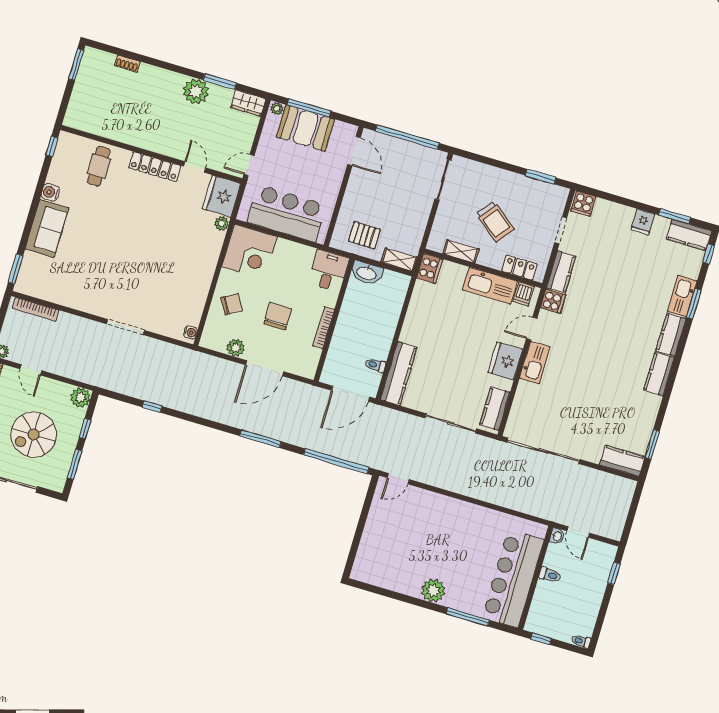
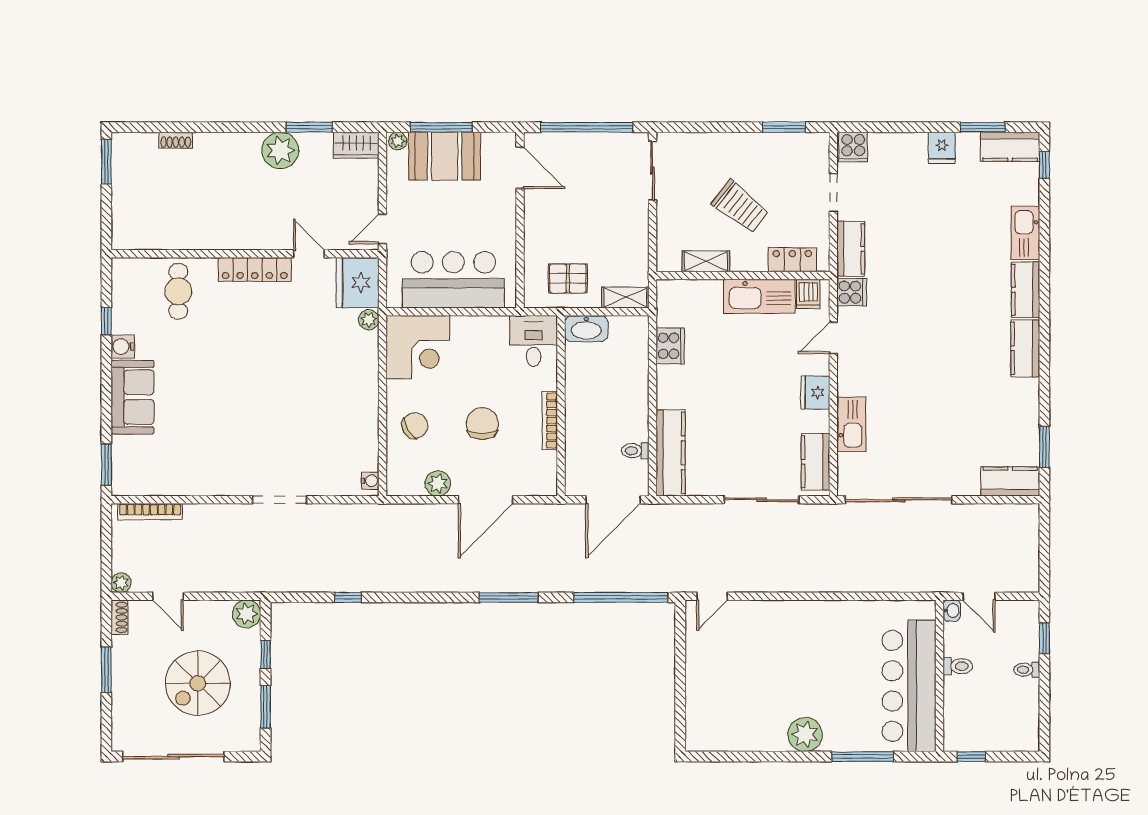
window: (52, 146) -> (106, 321), moved
cooker: (430, 269) -> (670, 346), moved
window: (694, 304) -> (1044, 239), removed
fridge: (505, 361) -> (815, 392), width x0.73, depth x0.75
kitchen sink: (535, 362) -> (851, 424), moved
toilet: (581, 641) -> (1027, 670), moved

